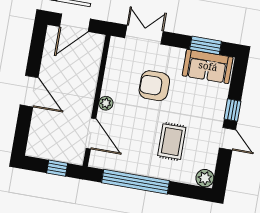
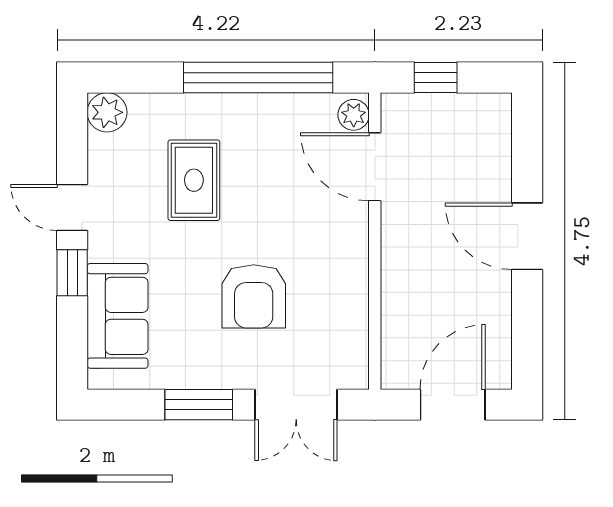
window: (206, 45) -> (199, 405), moved
sofa: (208, 66) -> (118, 316), moved, turned 90
armchair: (154, 86) -> (254, 296), turned 90
plant: (106, 103) -> (354, 115), moved

